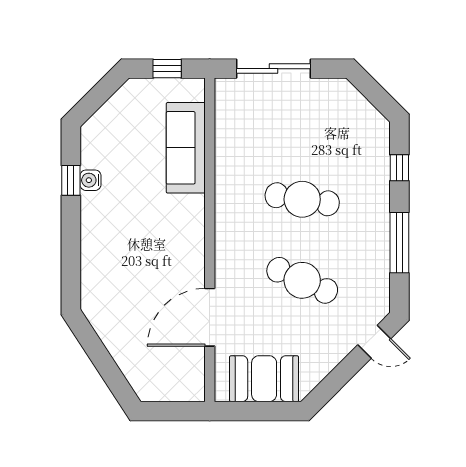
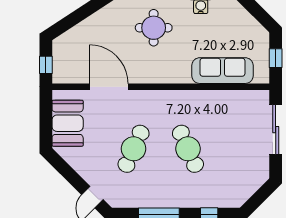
cafe table: (302, 199) -> (188, 149), turned -33
round table: (122, 250) -> (154, 28), added
window: (177, 411) -> (46, 65), added

